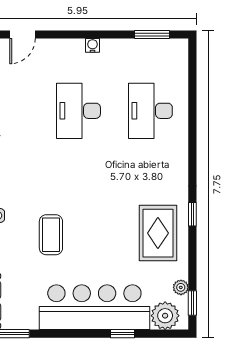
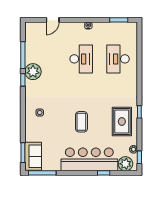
desk: (78, 111) -> (81, 59), turned 180
coffee table: (51, 235) -> (81, 122), moved

